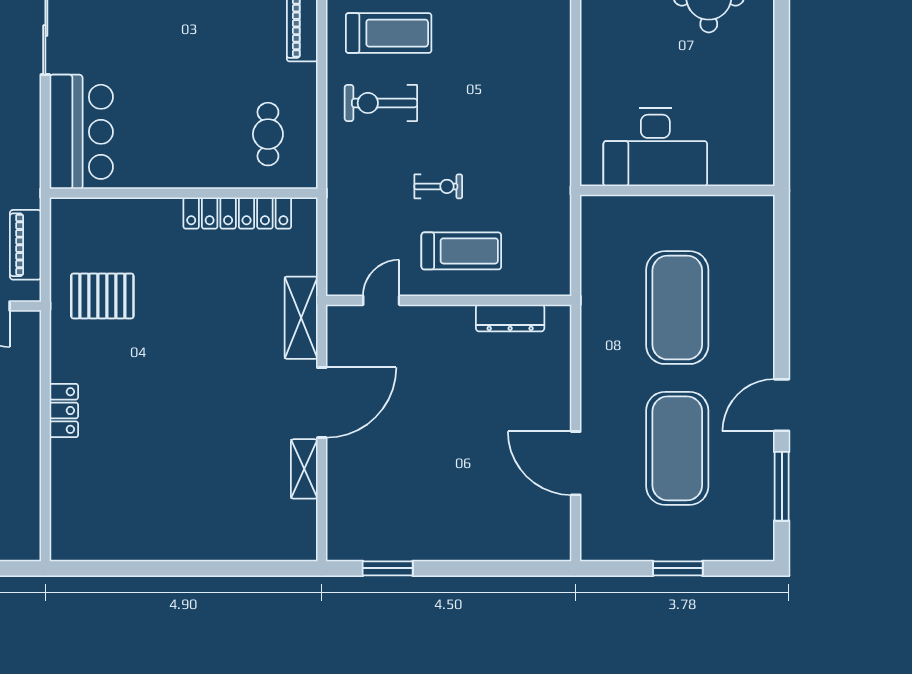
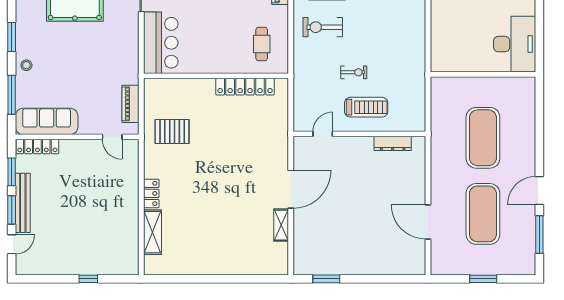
desk: (655, 147) -> (515, 44), moved, turned -90
shelving: (301, 318) -> (152, 232), moved

